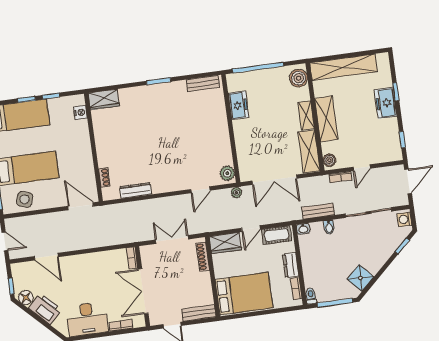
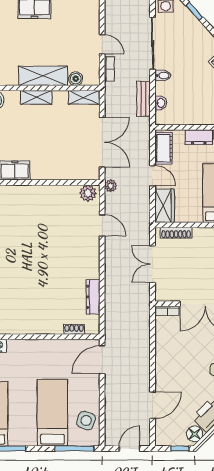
shelving: (309, 151) -> (84, 97), width x0.67, depth x0.75
boiler: (329, 160) -> (76, 79), moved
bidet: (329, 227) -> (163, 76), moved
washbasin: (303, 229) -> (161, 103), moved

